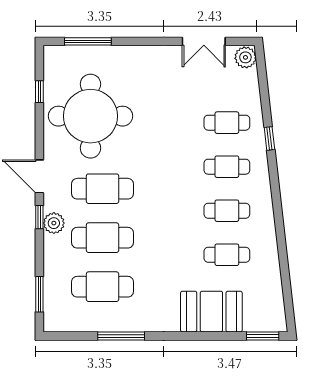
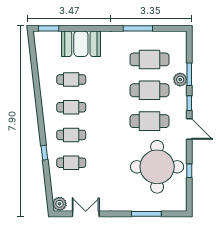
window: (88, 41) -> (146, 214), moved
window: (39, 92) -> (189, 171), moved
plant: (54, 223) -> (180, 80), moved
window: (39, 294) -> (189, 74), moved

